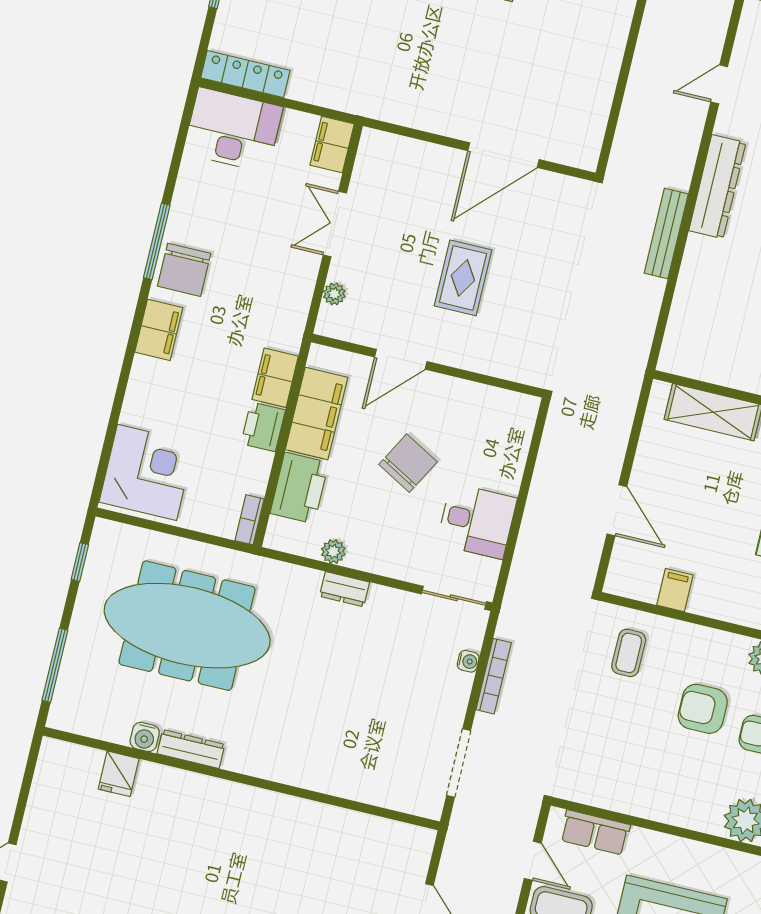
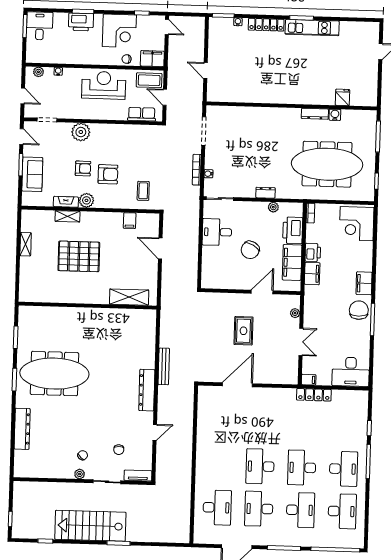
locker: (245, 74) -> (314, 395), moved
filing cabinet: (332, 144) -> (309, 380), width x0.50

